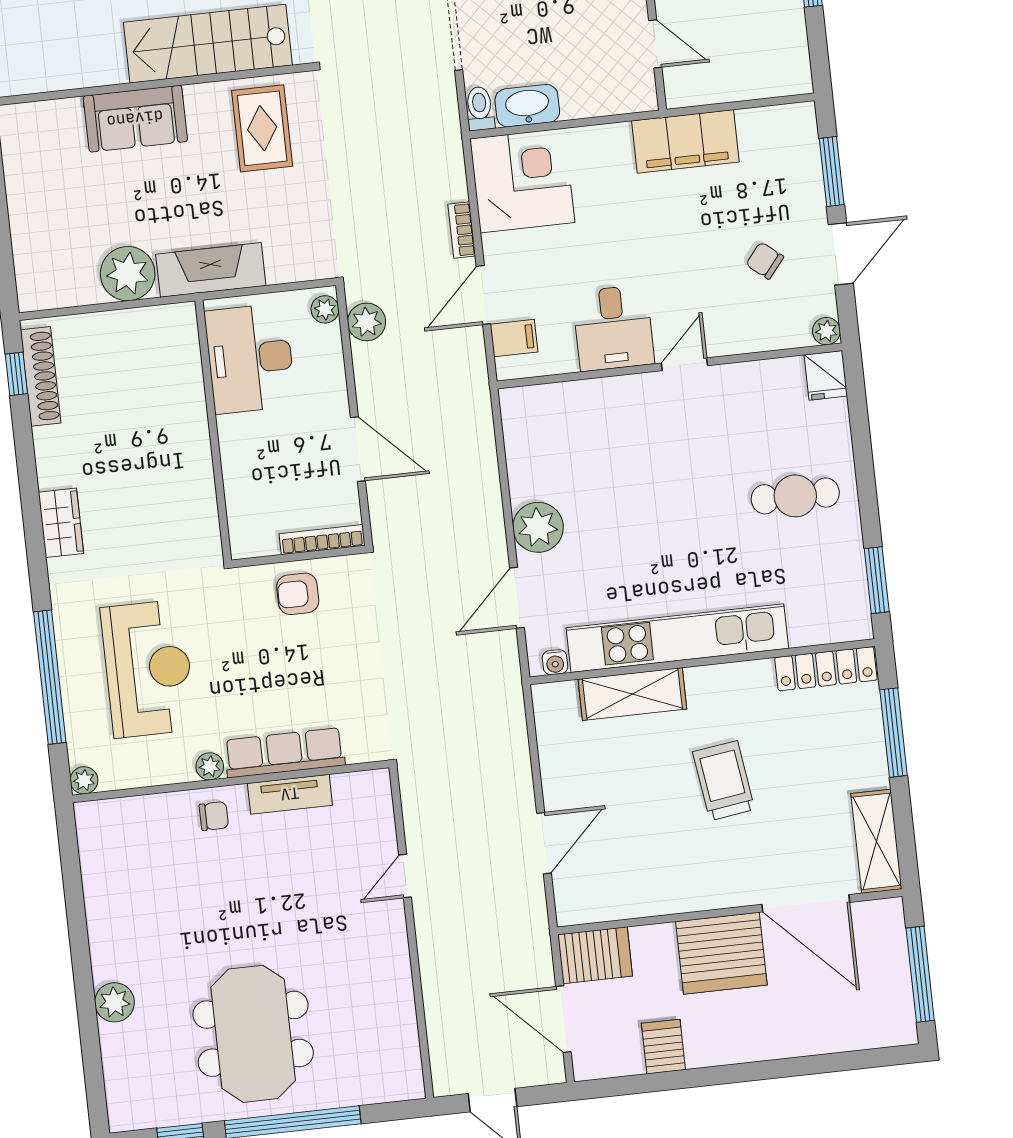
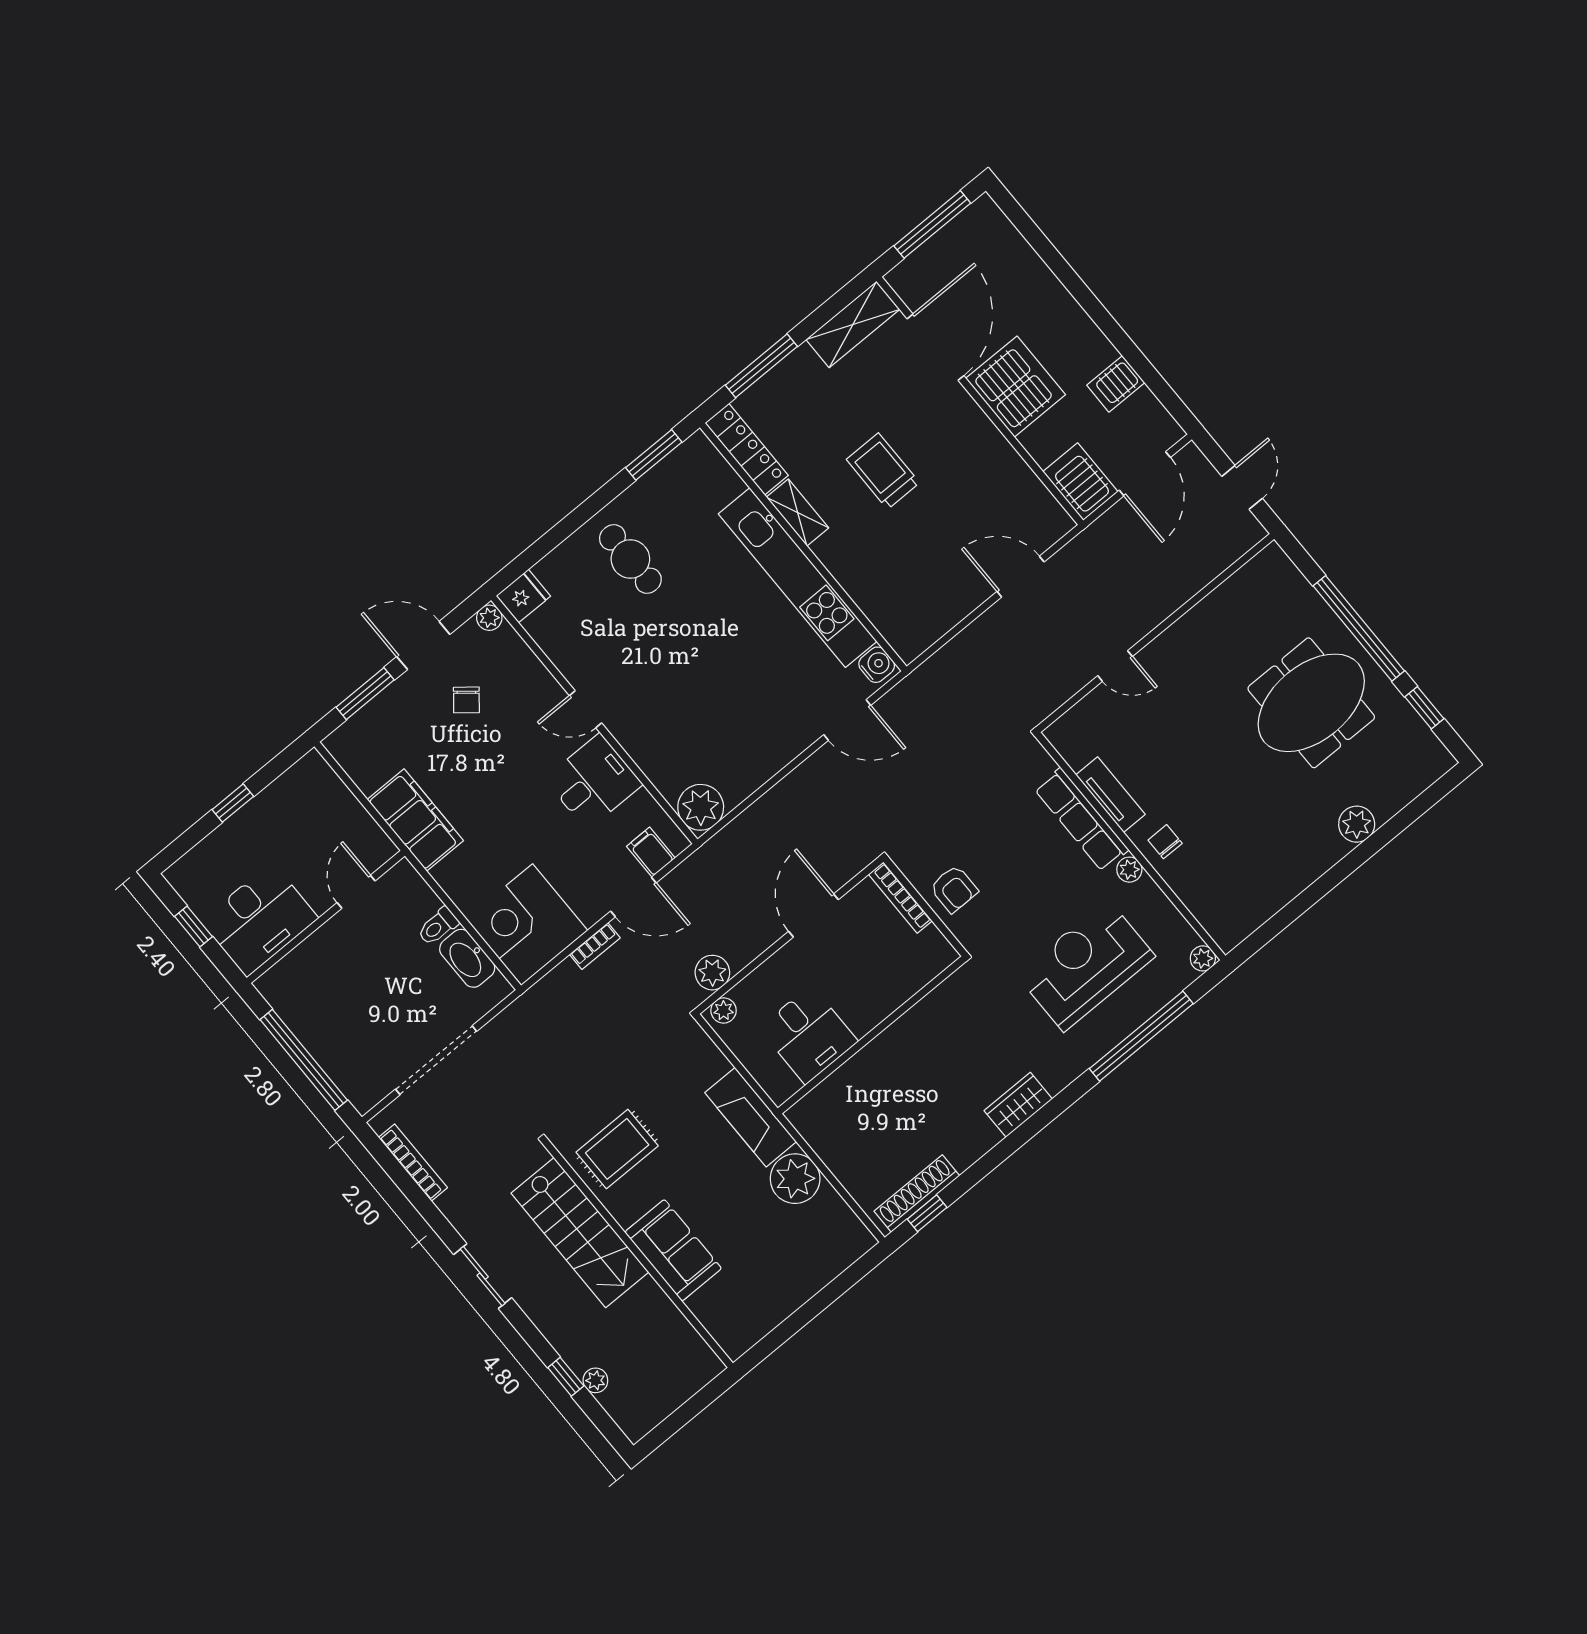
toilet: (480, 109) -> (438, 926), moved
desk: (250, 358) -> (808, 1035), width x0.73
plant: (538, 527) -> (701, 807), moved
water cooler: (555, 662) -> (877, 665), width x1.38, depth x1.38
shelving: (632, 694) -> (798, 513), moved, width x0.67, depth x0.75
trolley: (724, 781) -> (883, 471), turned 98

